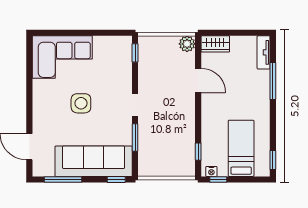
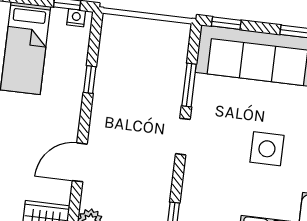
door: (198, 80) -> (80, 162), hinge flipped
window: (198, 152) -> (90, 80), moved

